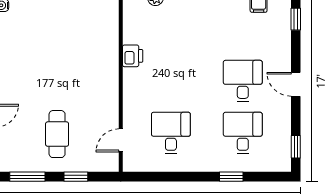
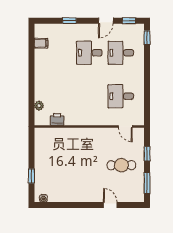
window: (296, 19) -> (69, 21), moved
printer: (133, 56) -> (57, 119), moved
door: (296, 84) -> (106, 21), moved
window: (231, 177) -> (147, 38), moved

